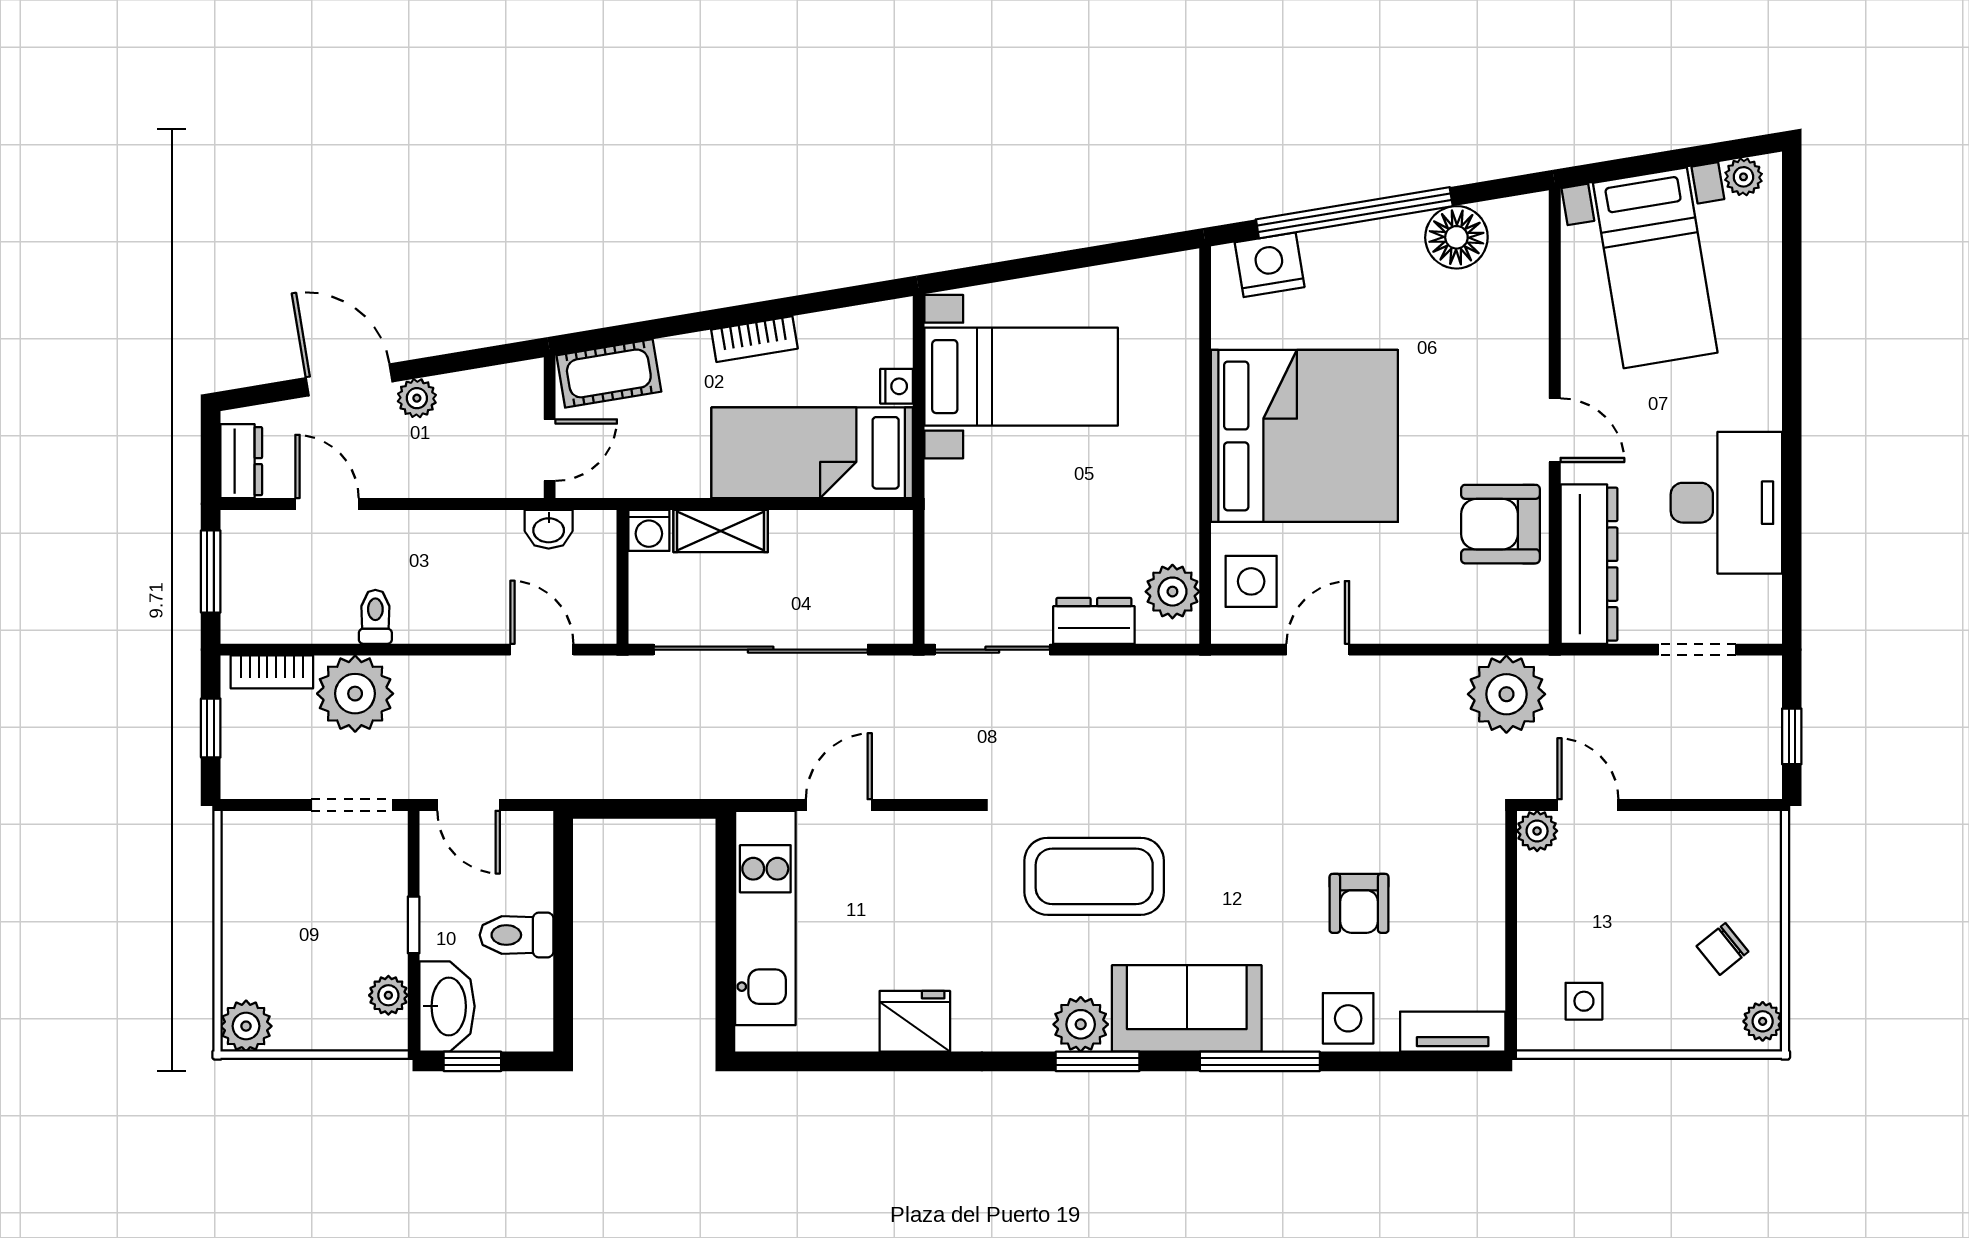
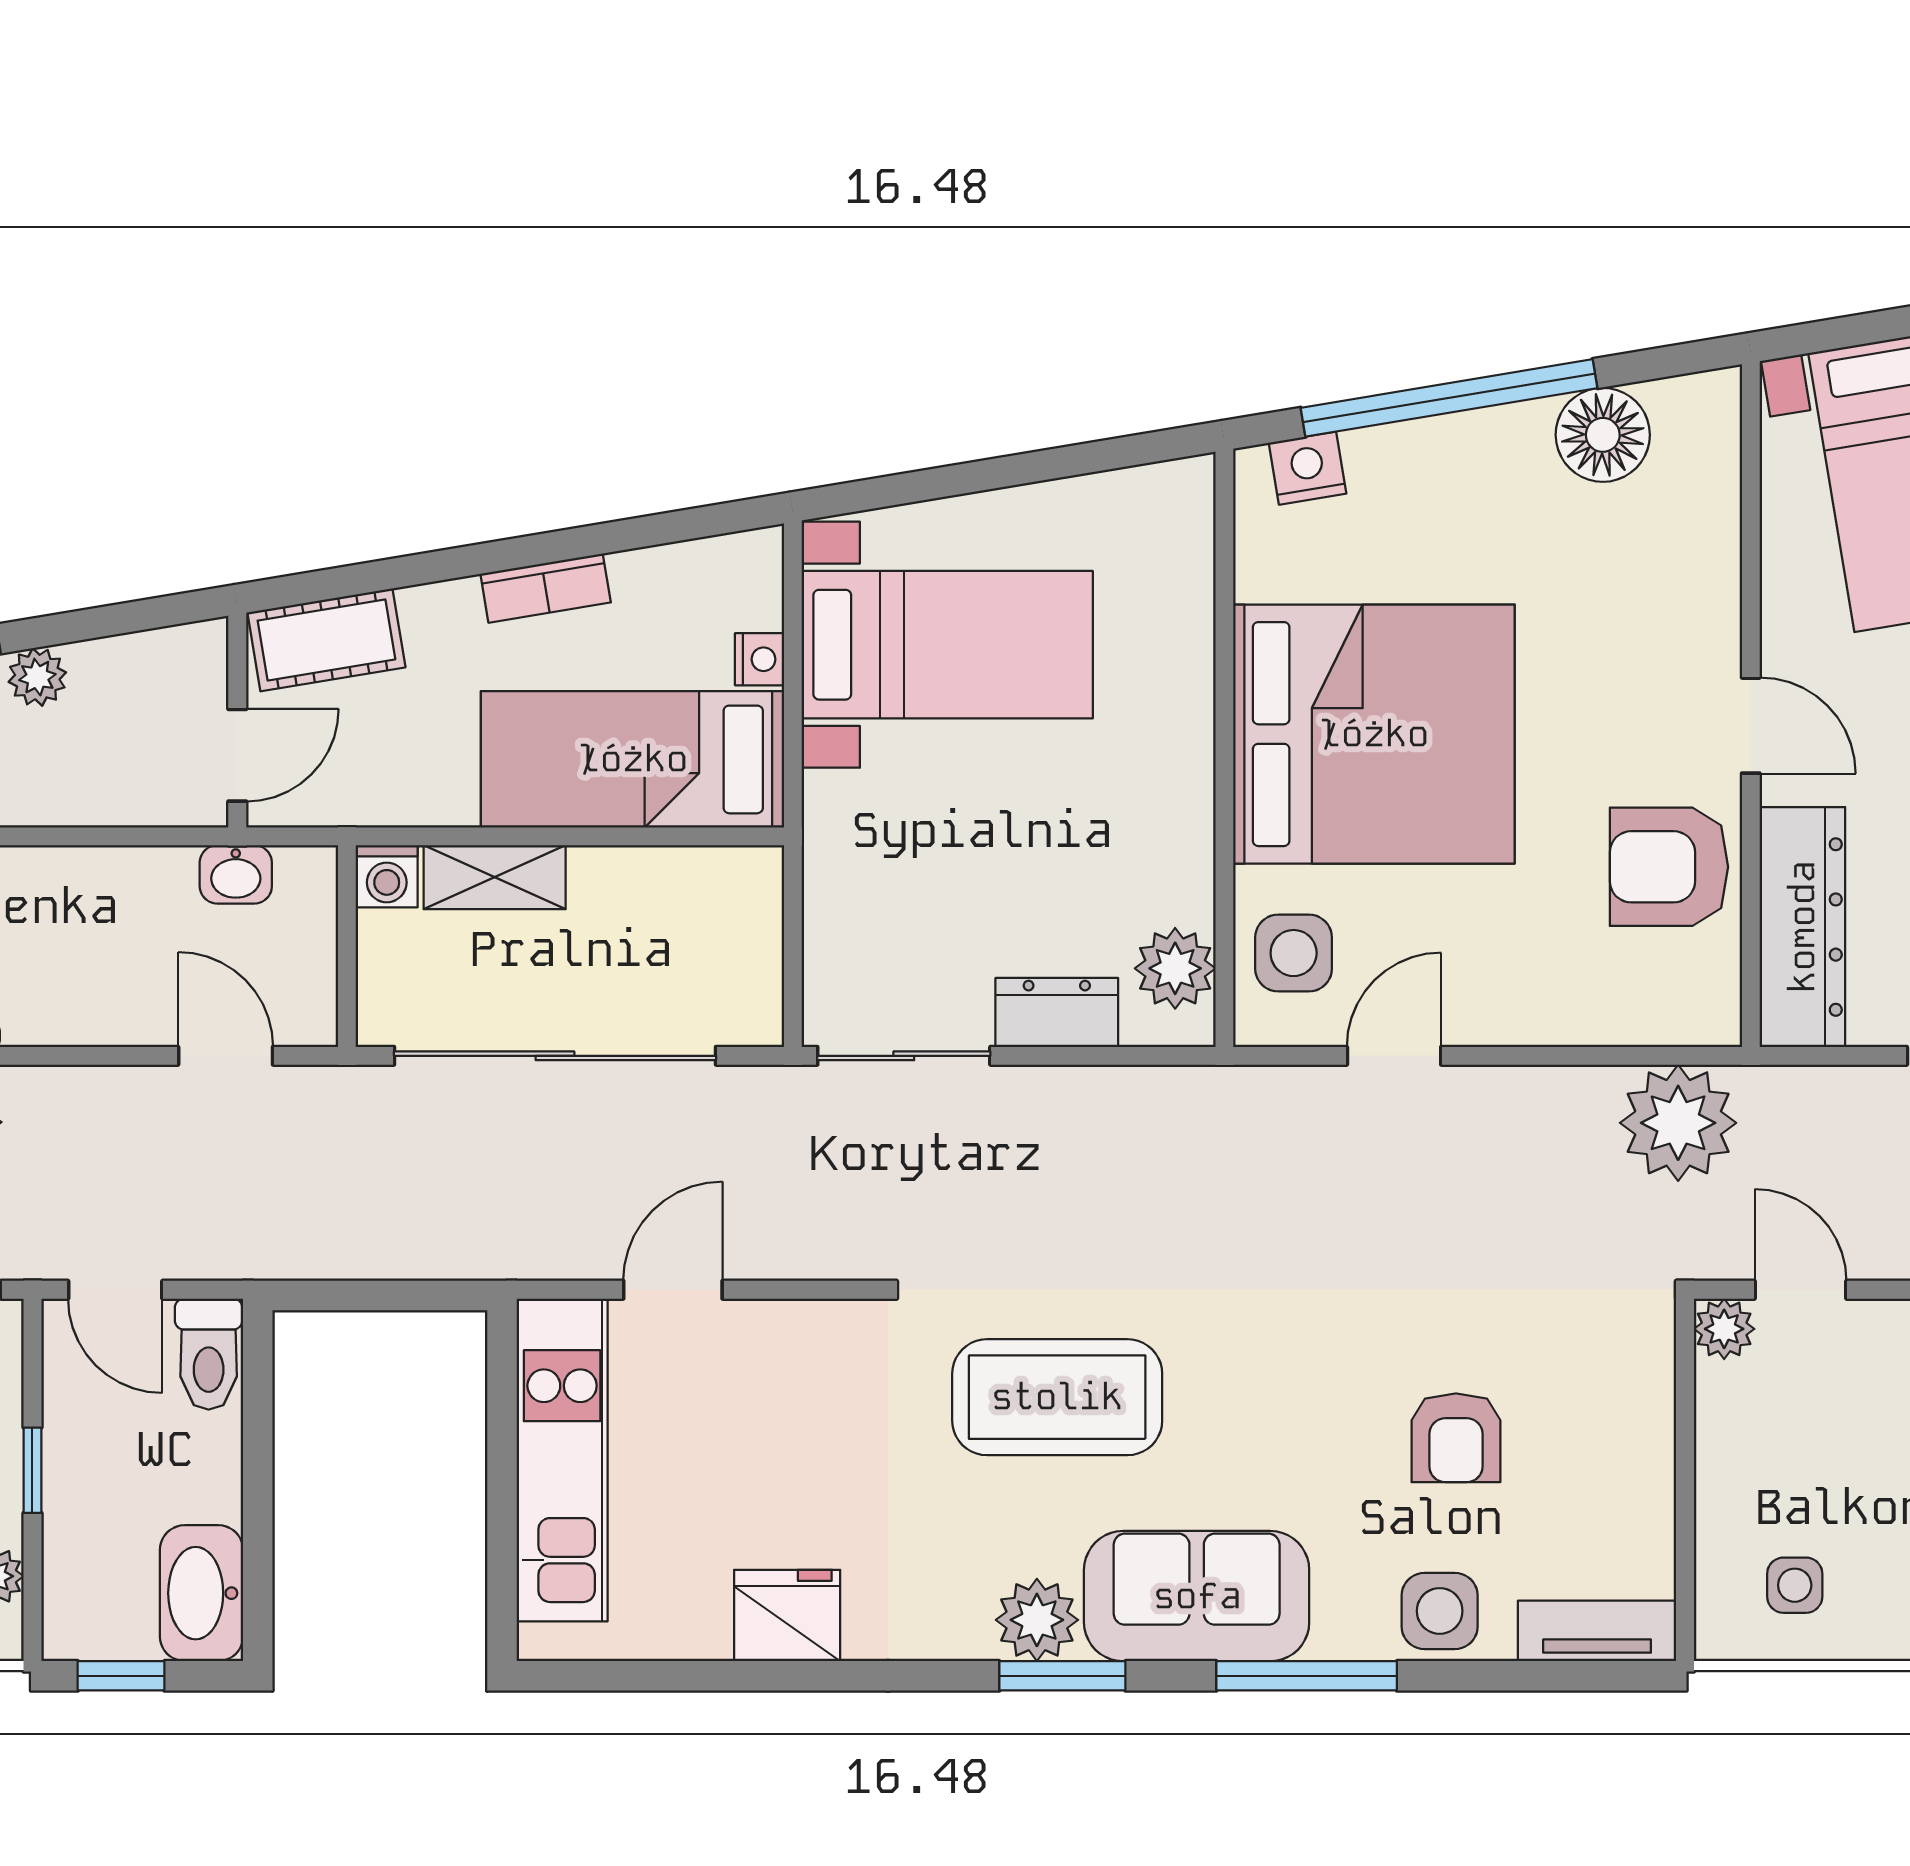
nightstand: (1270, 265) -> (1308, 468), width x0.74, depth x0.75
toilet: (517, 935) -> (209, 1354), moved, turned -90
washbasin: (447, 1006) -> (201, 1593), moved, turned 180

